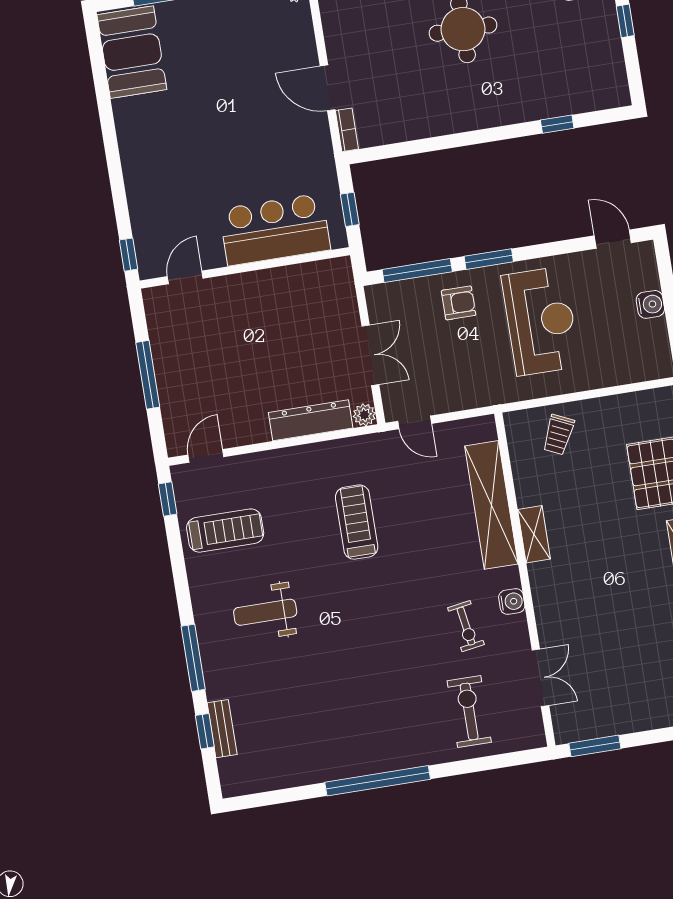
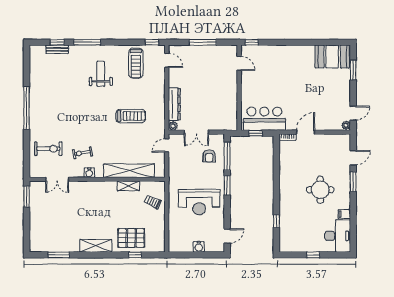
bar counter: (275, 230) -> (264, 119), moved, turned -90
armchair: (458, 303) -> (209, 156), moved
shelving: (534, 534) -> (129, 186), moved

